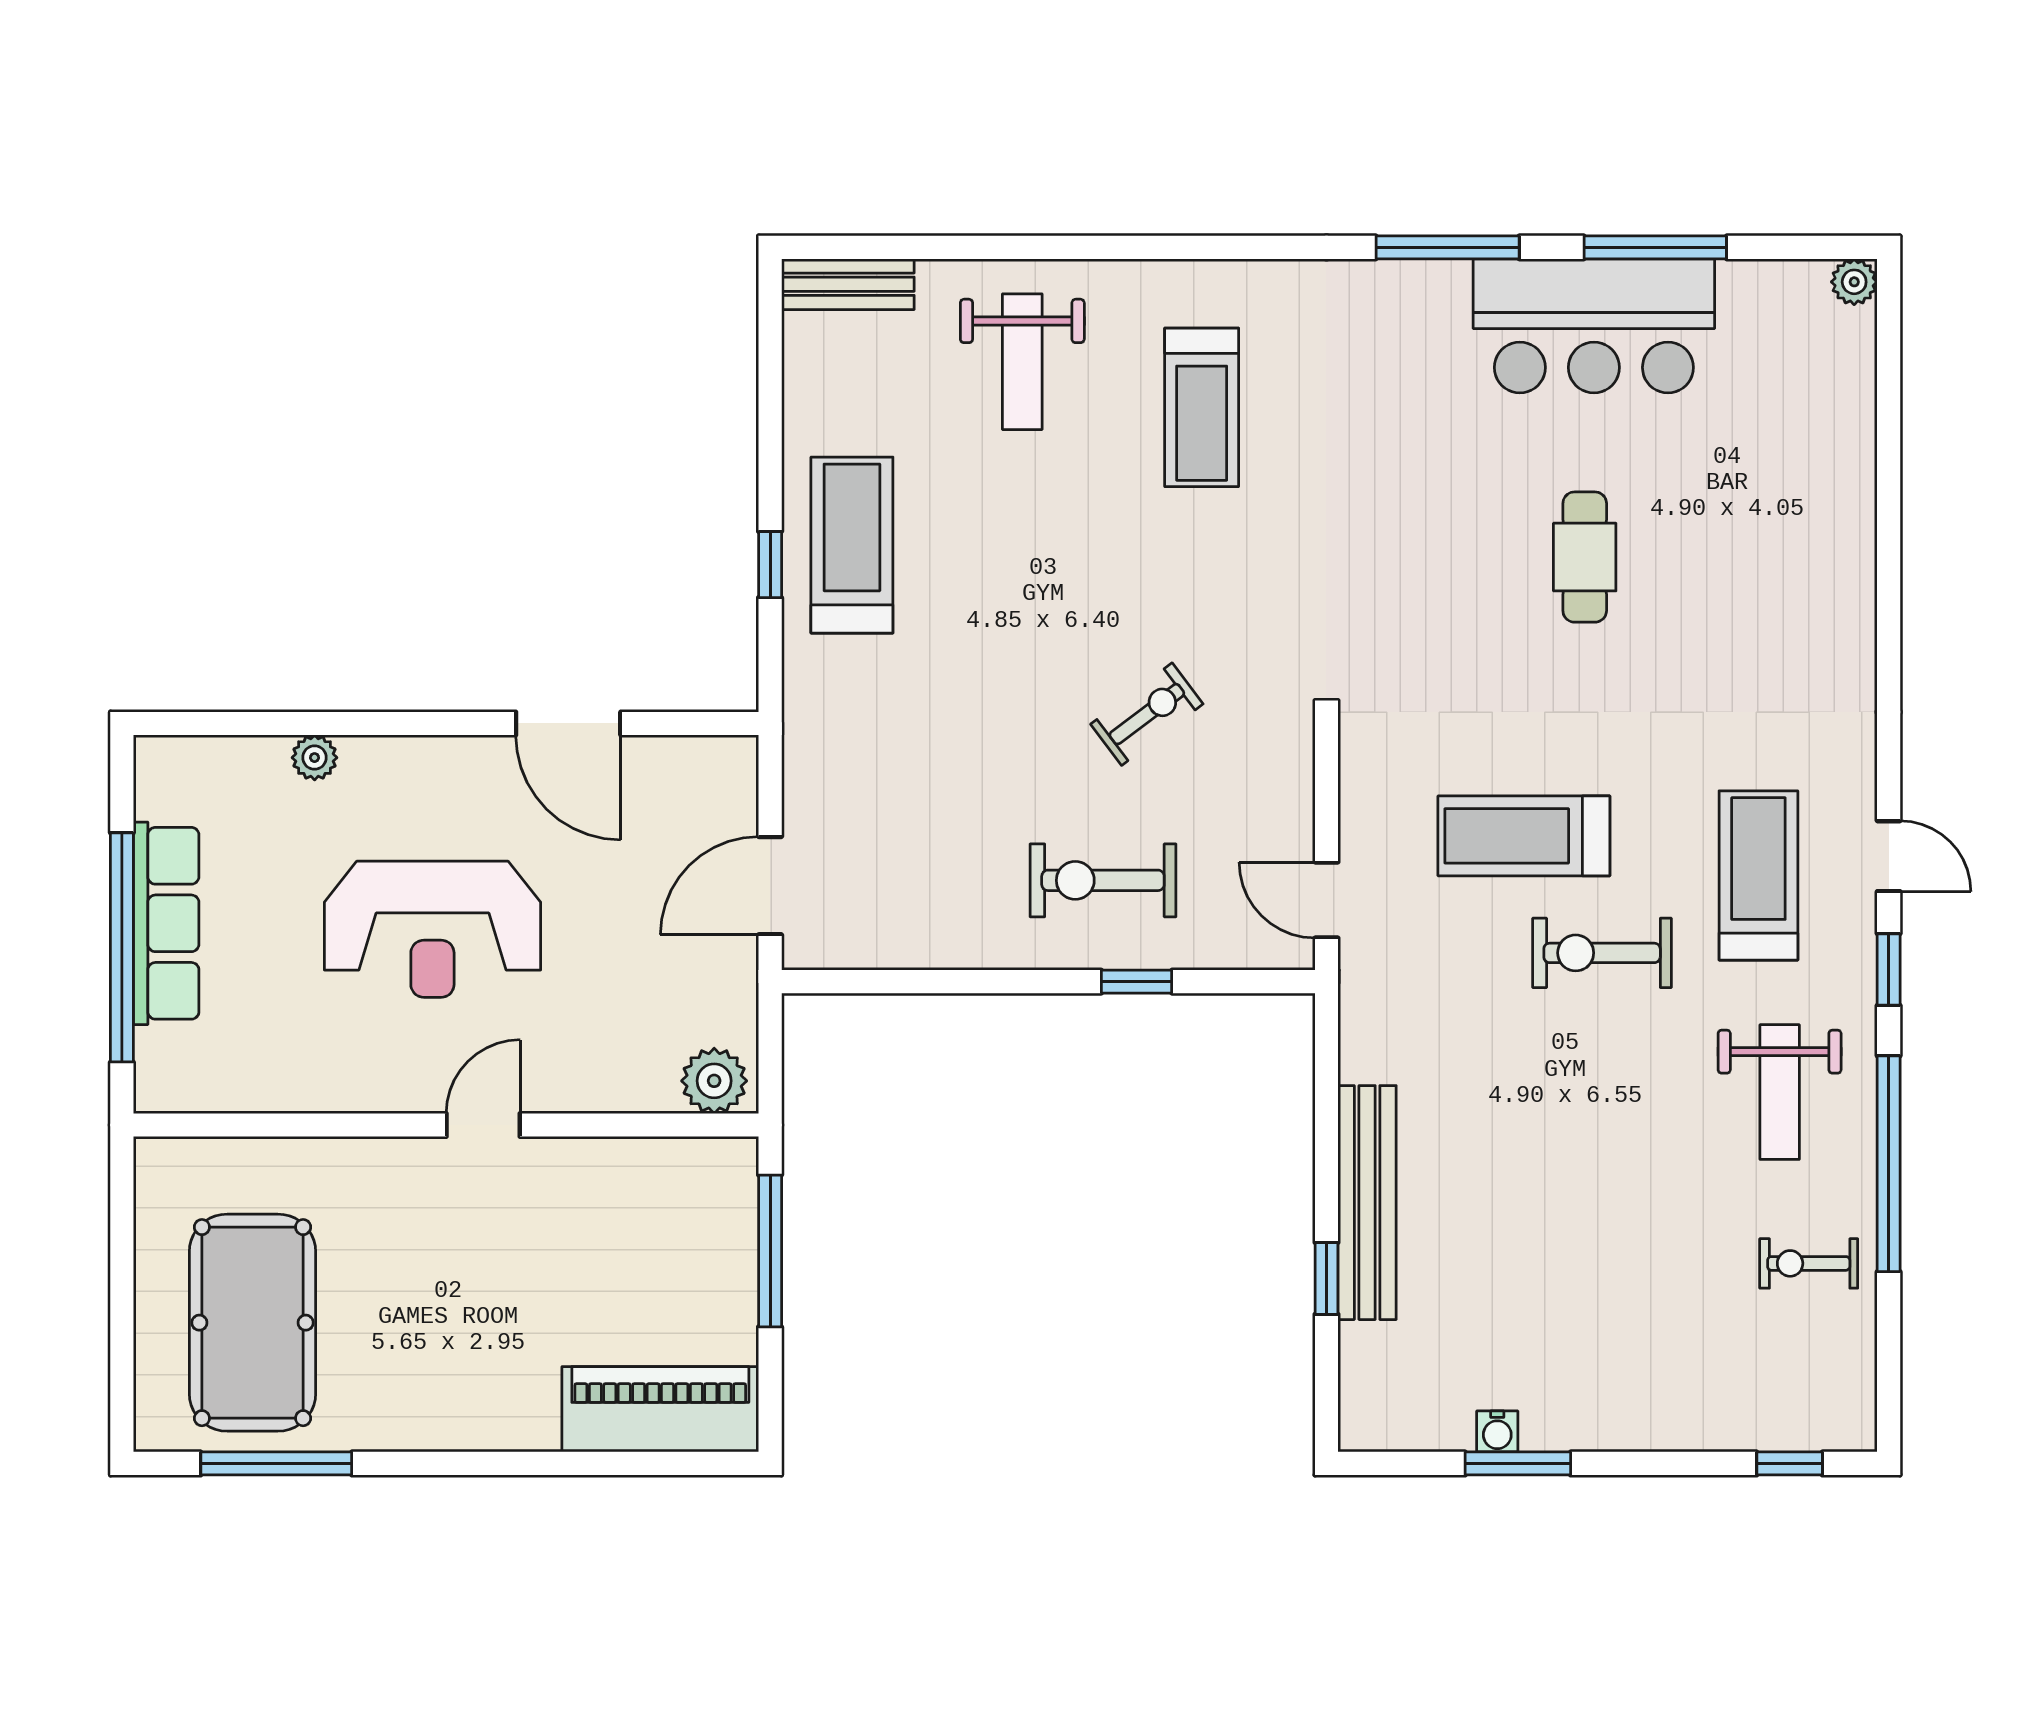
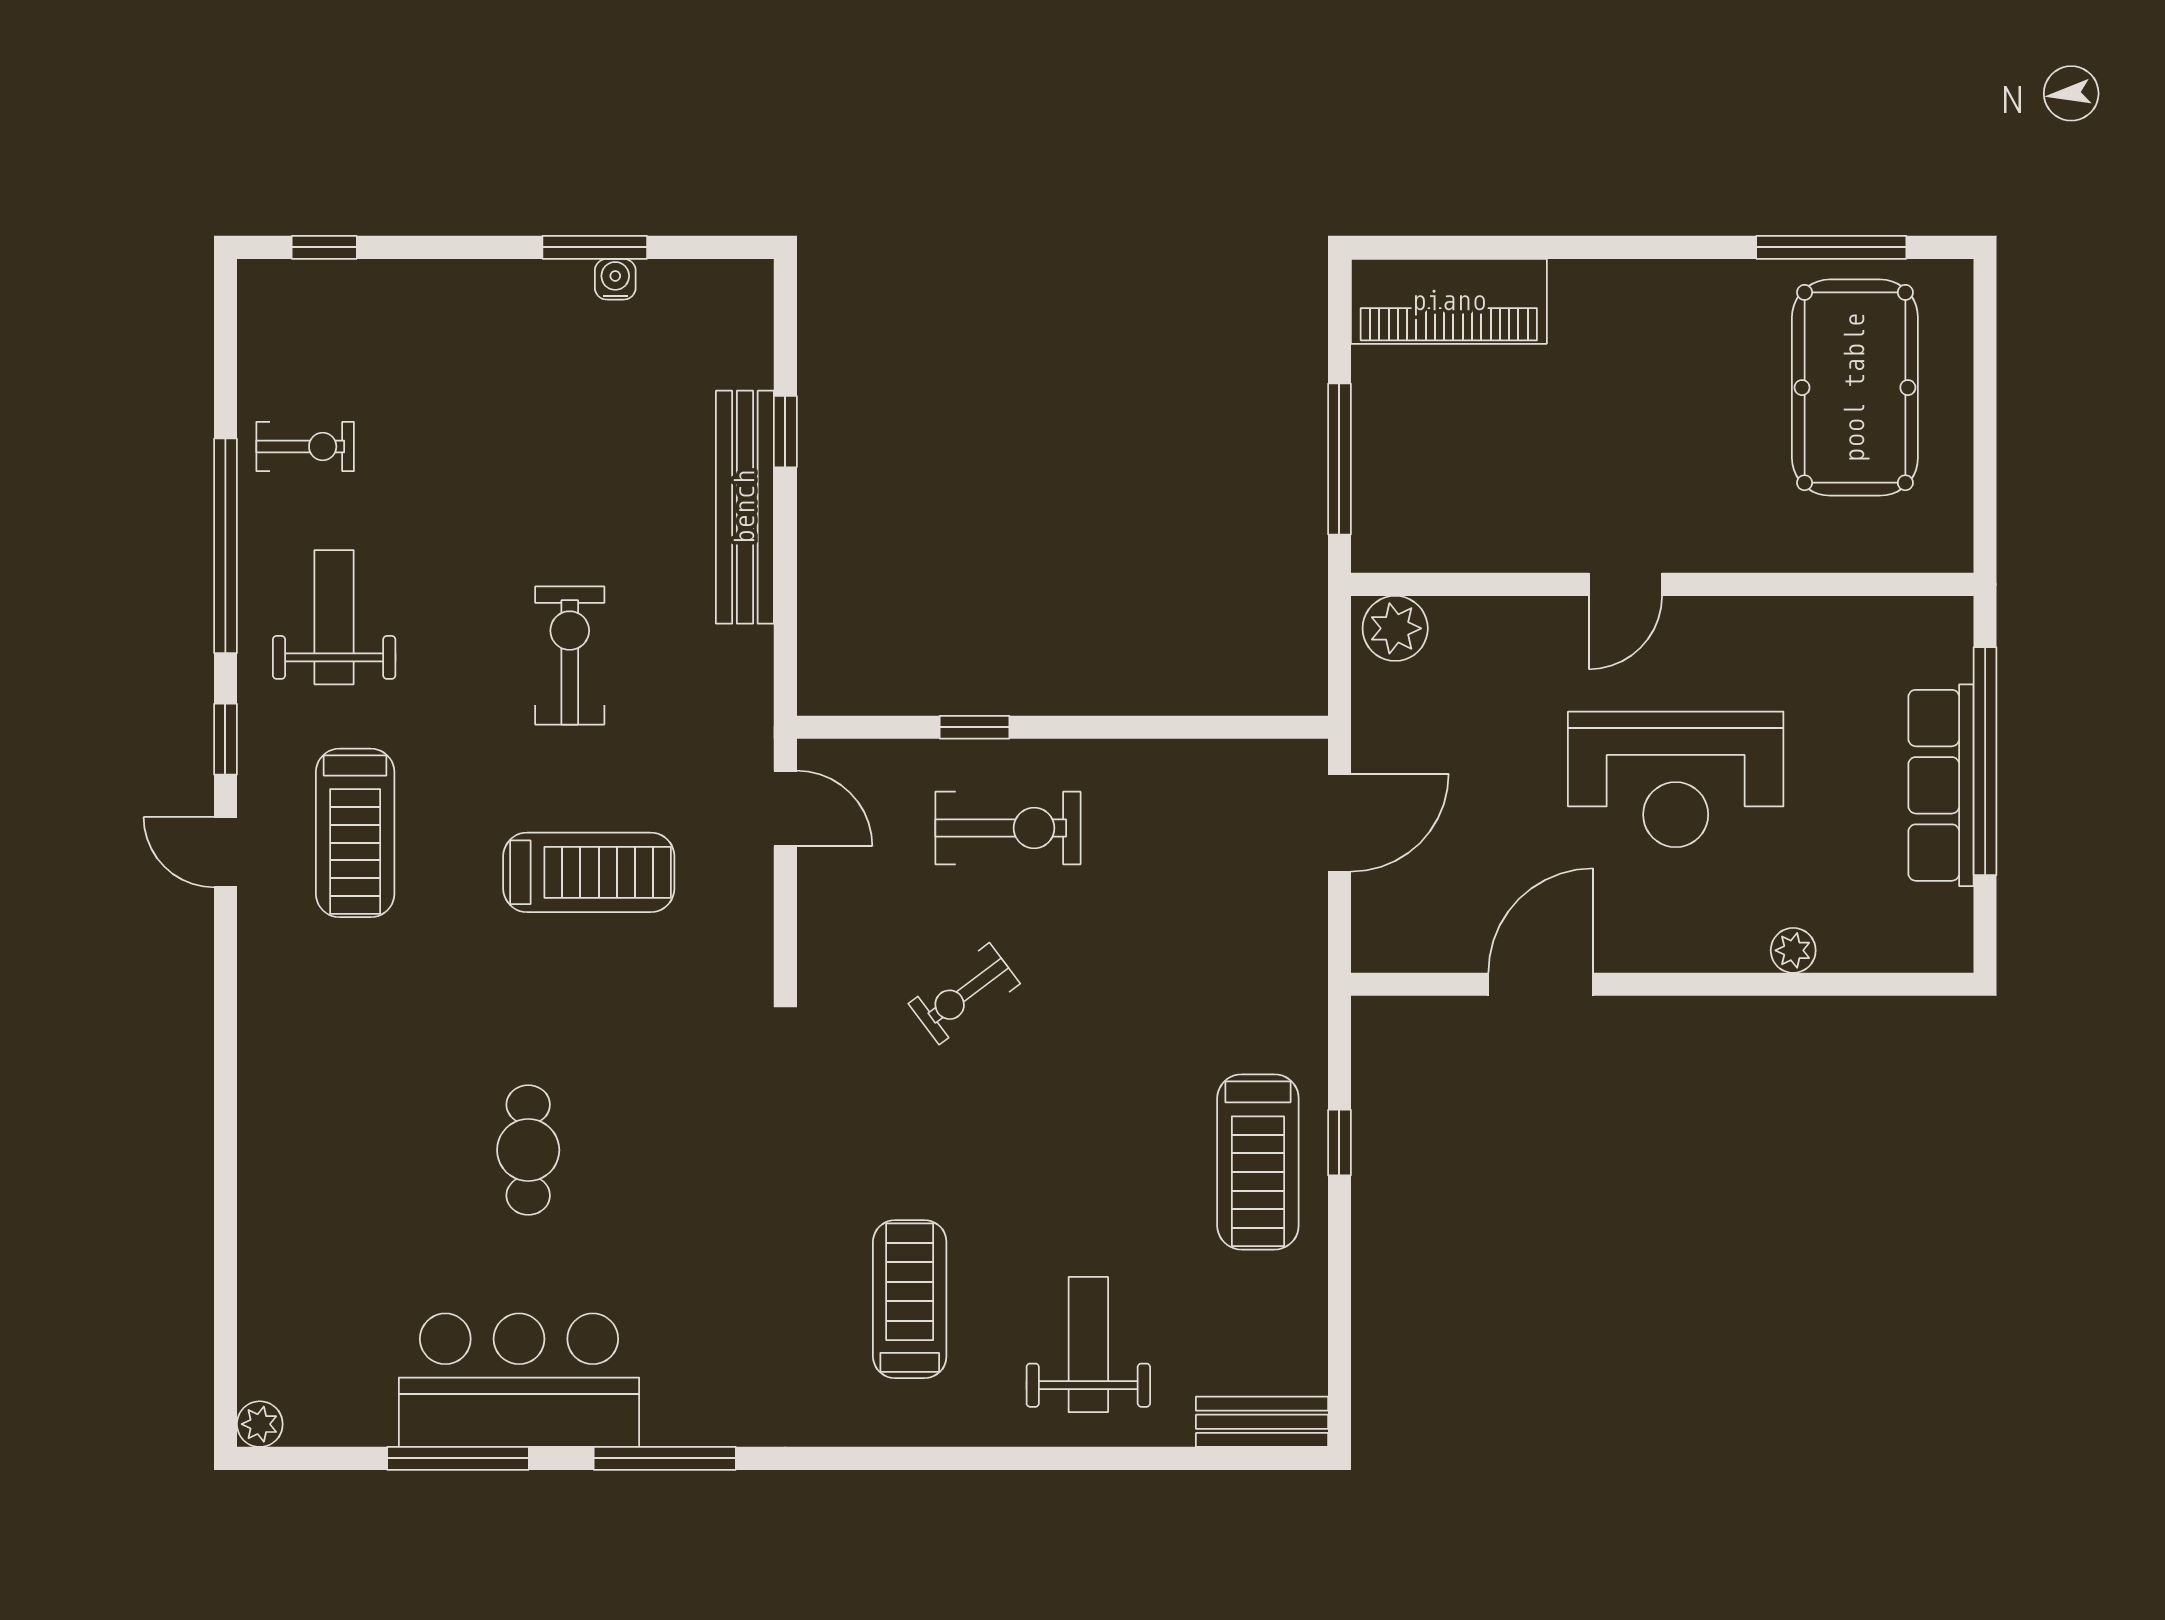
door: (568, 723) -> (1541, 984), hinge flipped
reception desk: (432, 929) -> (1676, 779), turned 180
exercise bike: (1602, 953) -> (570, 655), moved, turned -90

